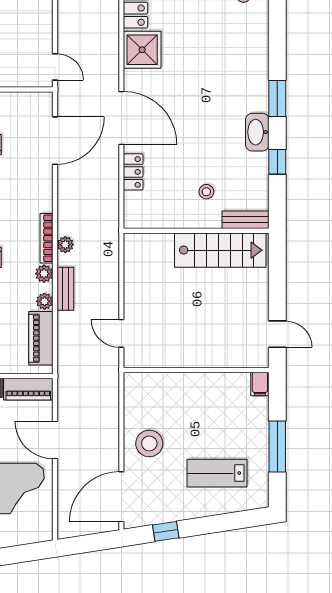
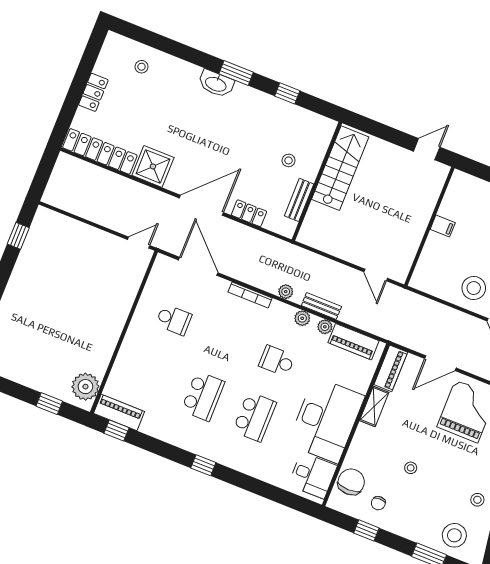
washbasin: (257, 132) -> (216, 84), moved
bench: (246, 220) -> (299, 200), moved
bookcase: (47, 238) -> (250, 295), moved
door: (121, 333) -> (376, 275), hinge flipped
filing cabinet: (260, 384) -> (443, 226), moved

